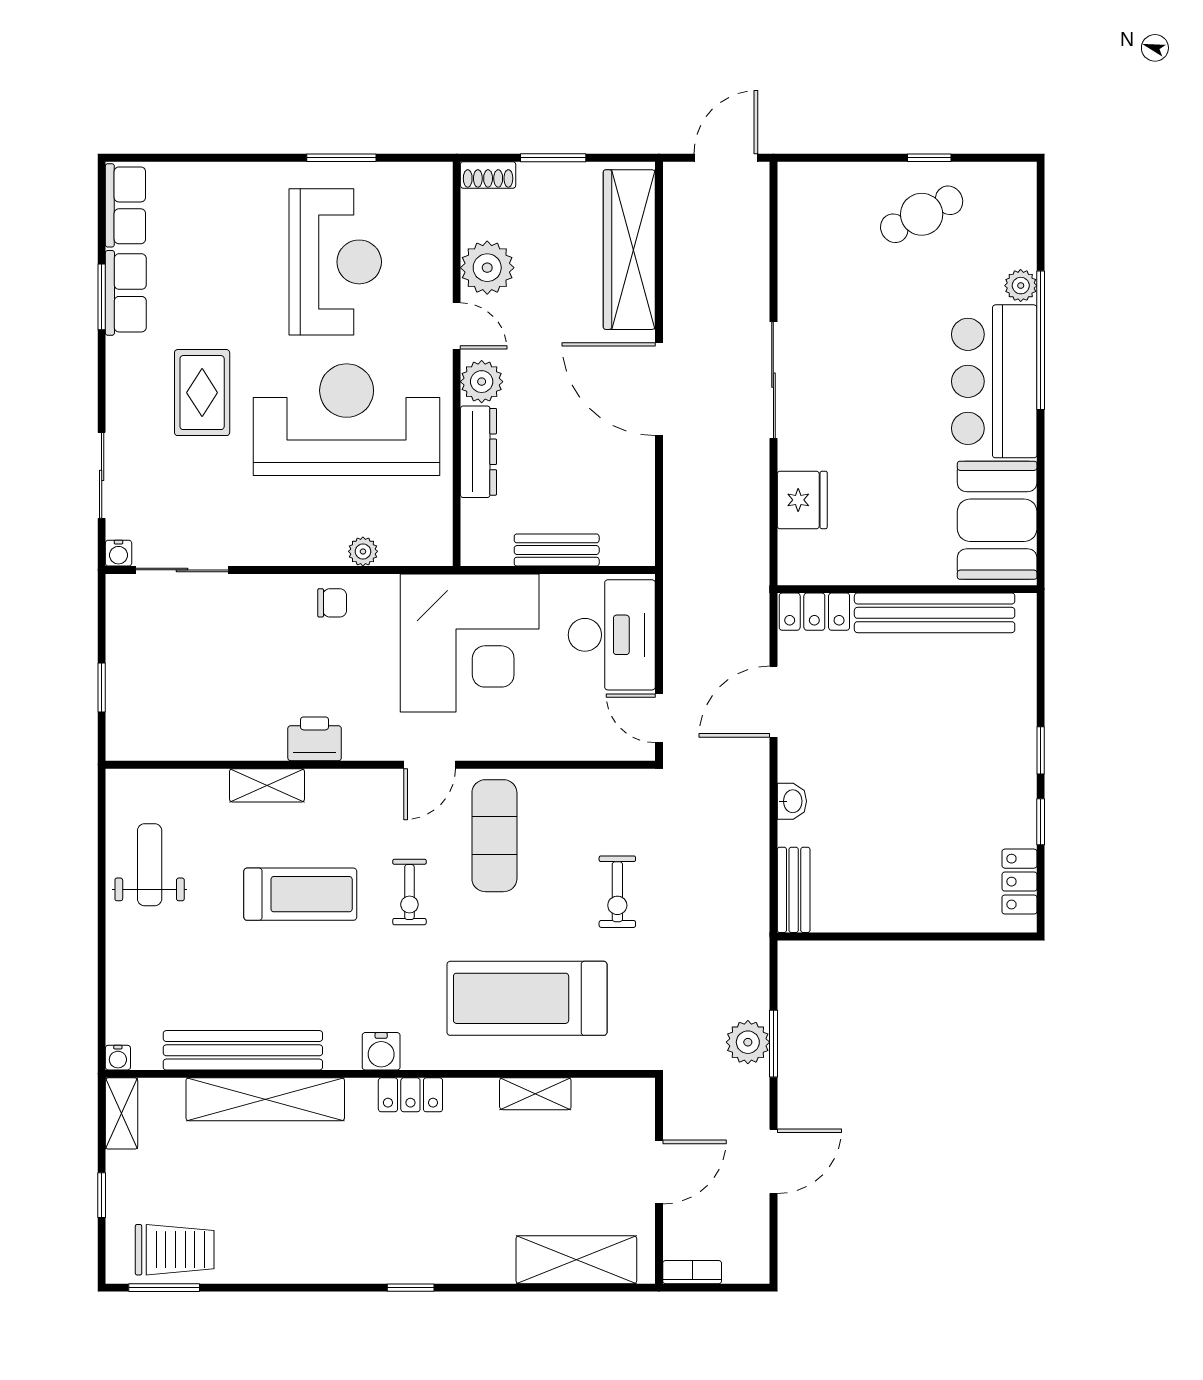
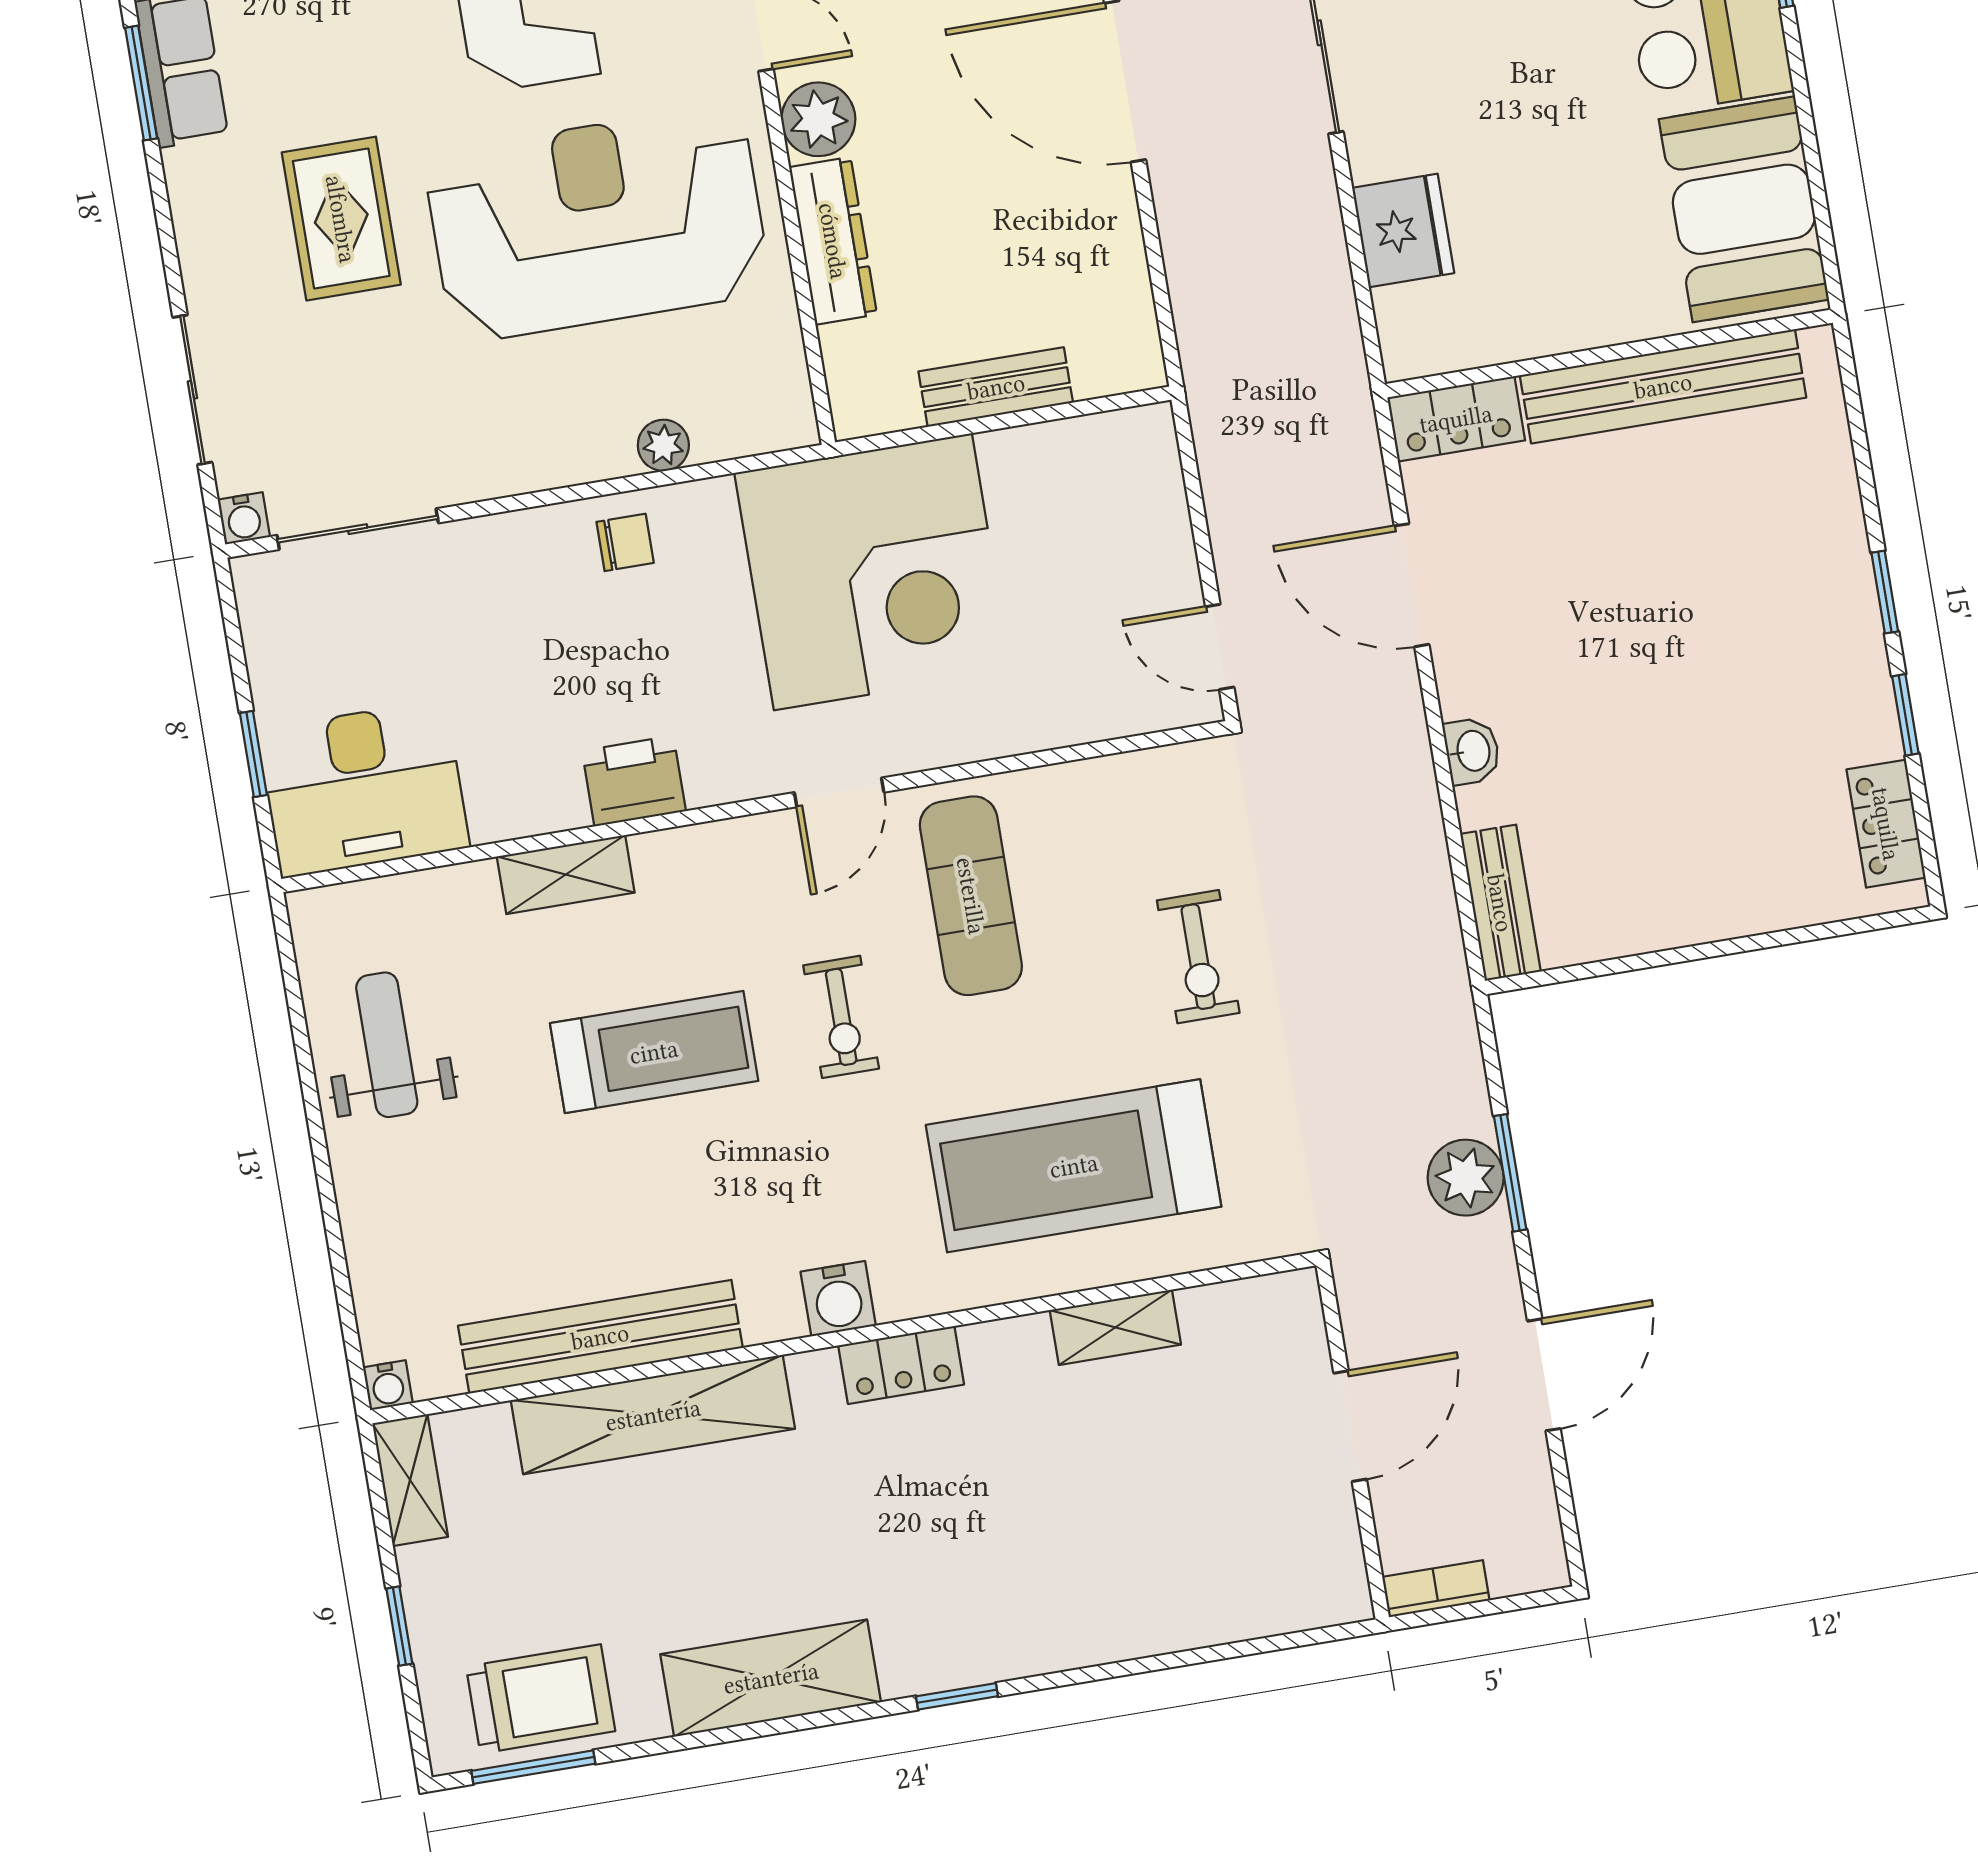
desk: (612, 635) -> (363, 789), moved, turned 90
door: (773, 702) -> (1412, 585), hinge flipped
shelving: (576, 1260) -> (771, 1678), moved

